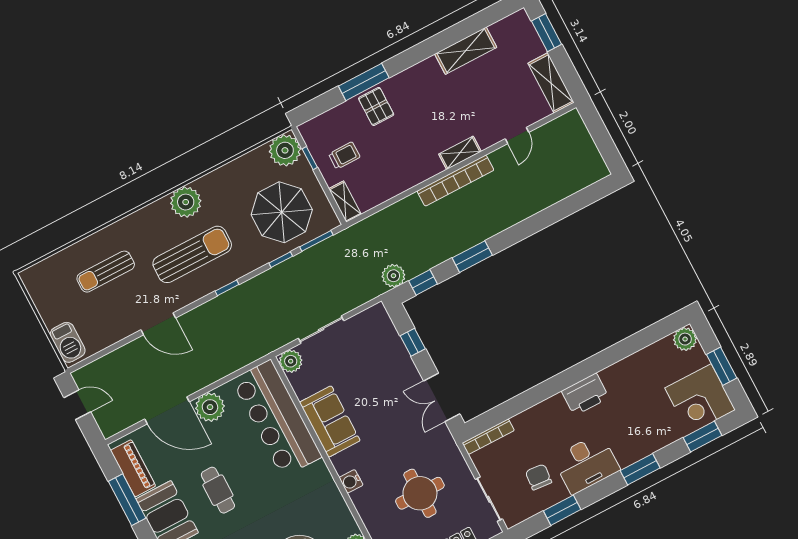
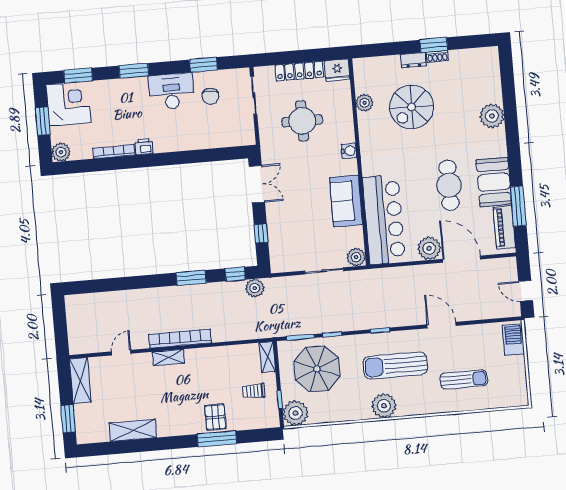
printer: (585, 394) -> (144, 147), width x0.53, depth x0.68
bookcase: (488, 437) -> (114, 152), moved
cafe table: (218, 490) -> (449, 185), width x1.37, depth x1.35

